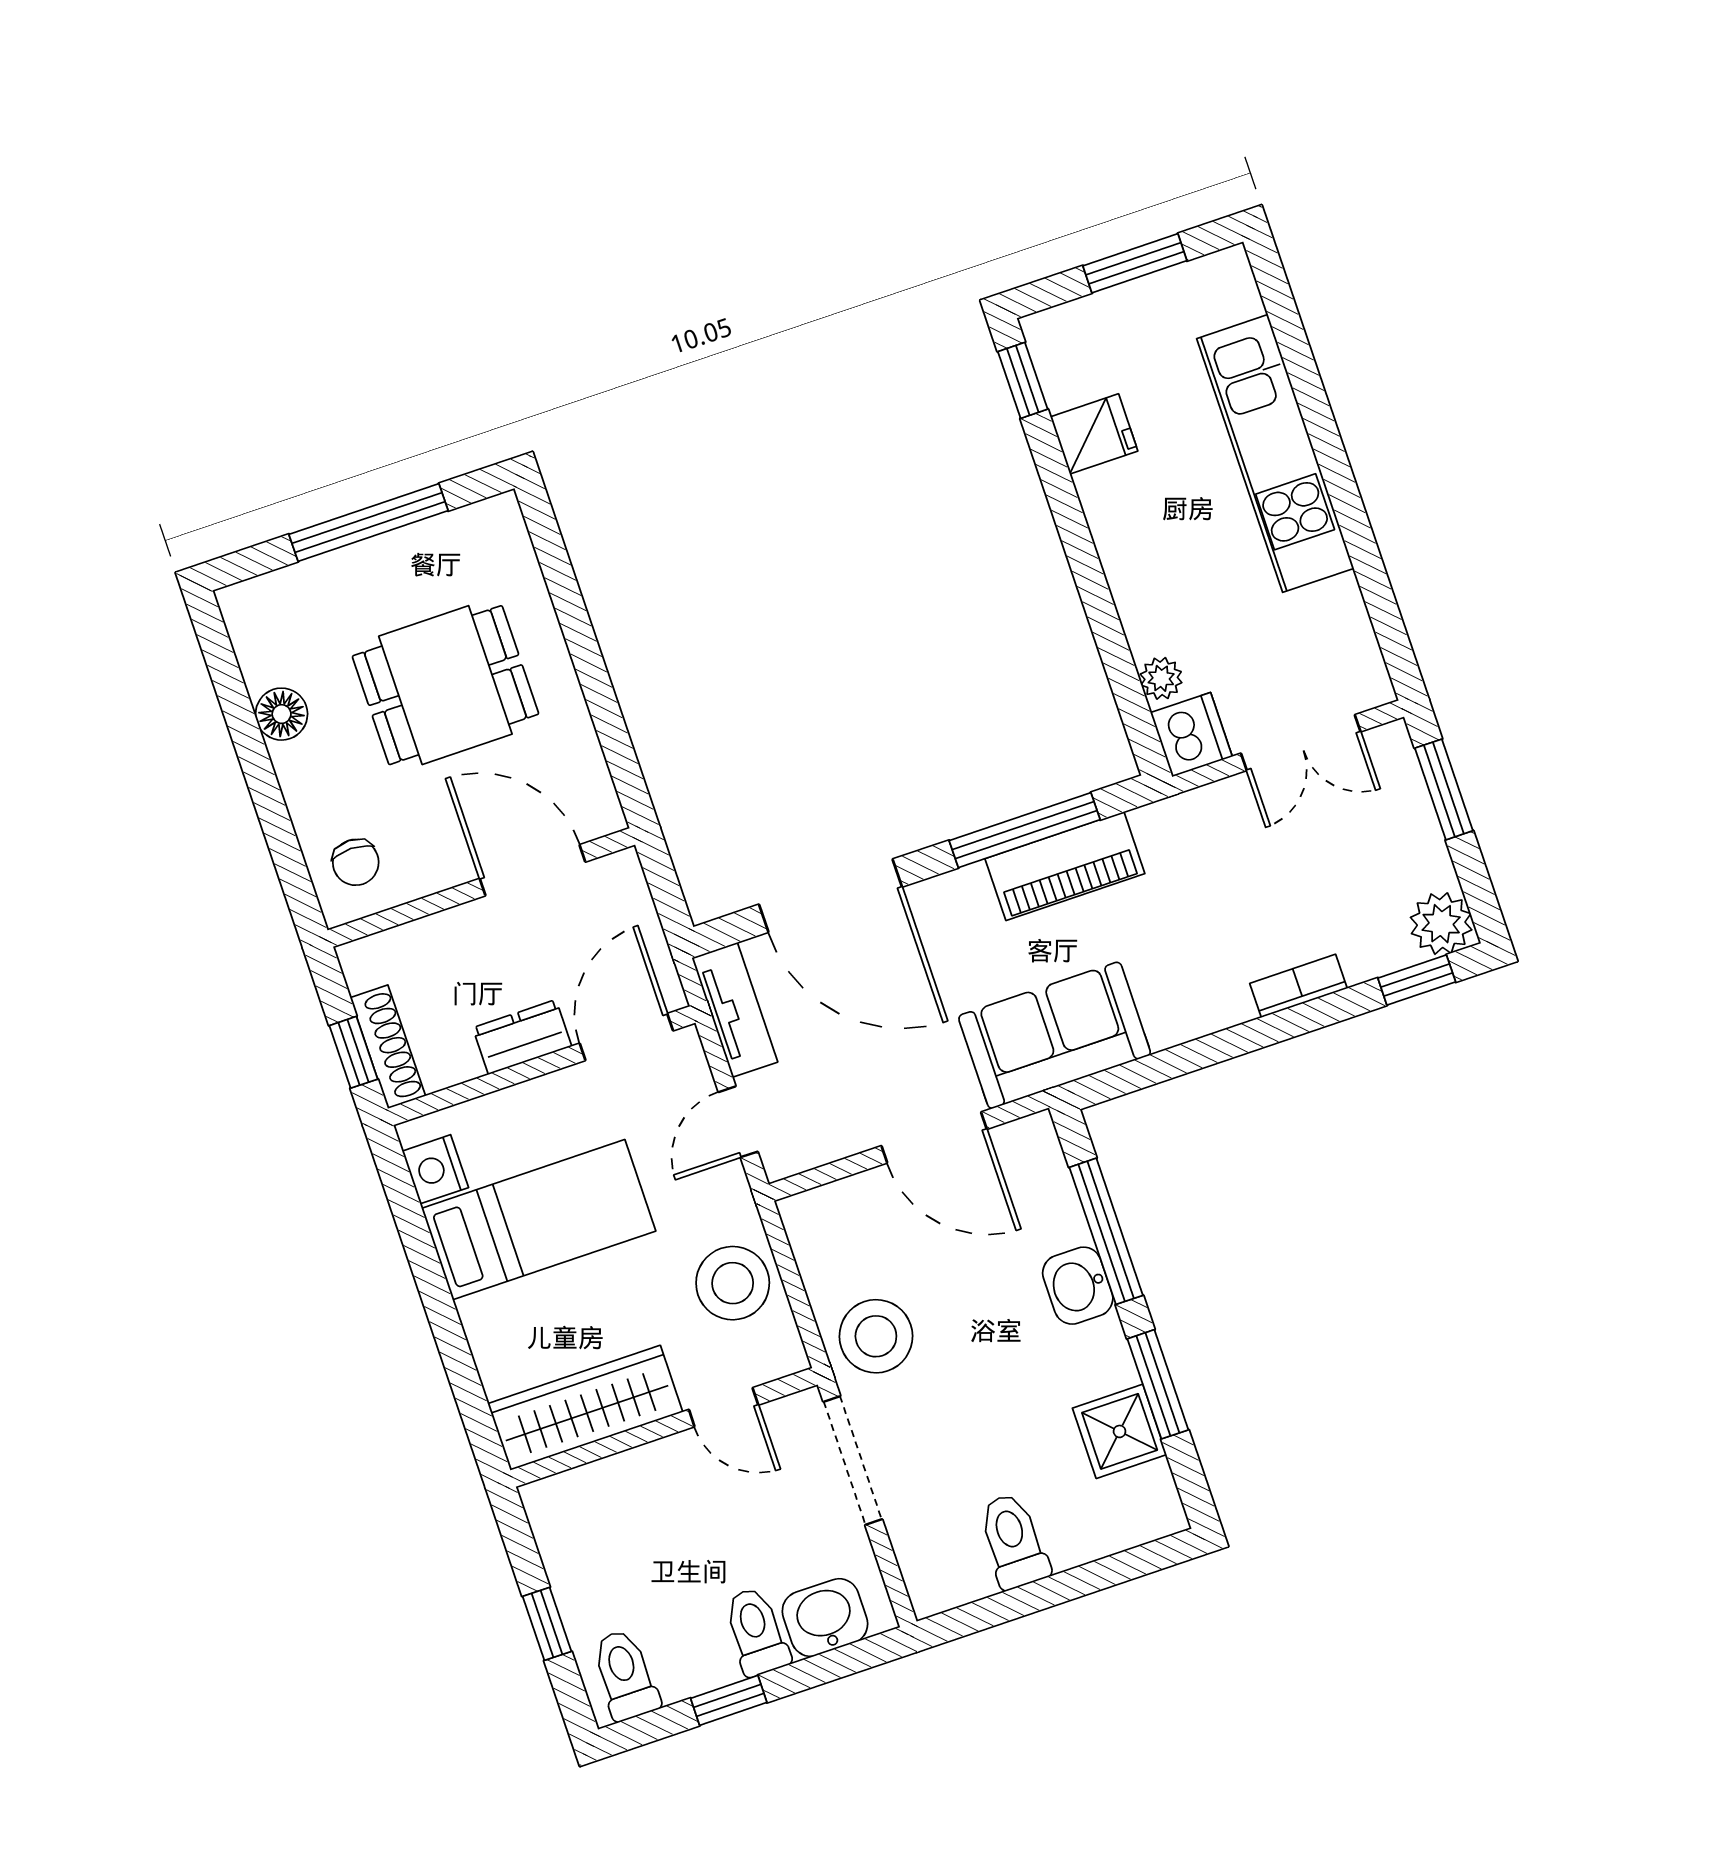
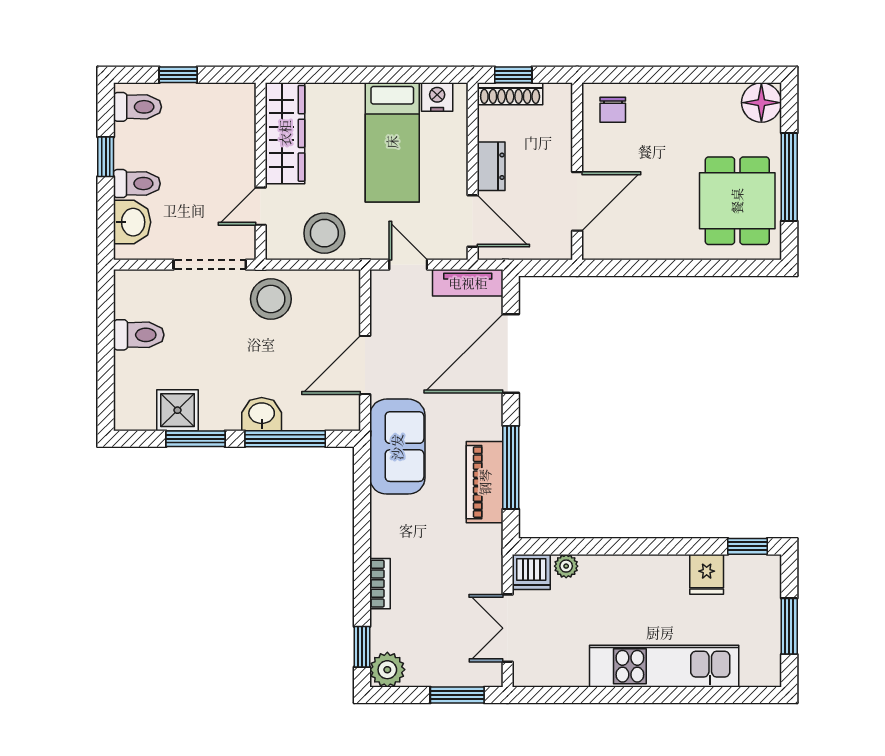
dining table: (445, 685) -> (737, 201), moved
floor lamp: (282, 714) -> (761, 103), moved, width x1.38, depth x1.38
chair: (356, 862) -> (613, 110), turned -90

